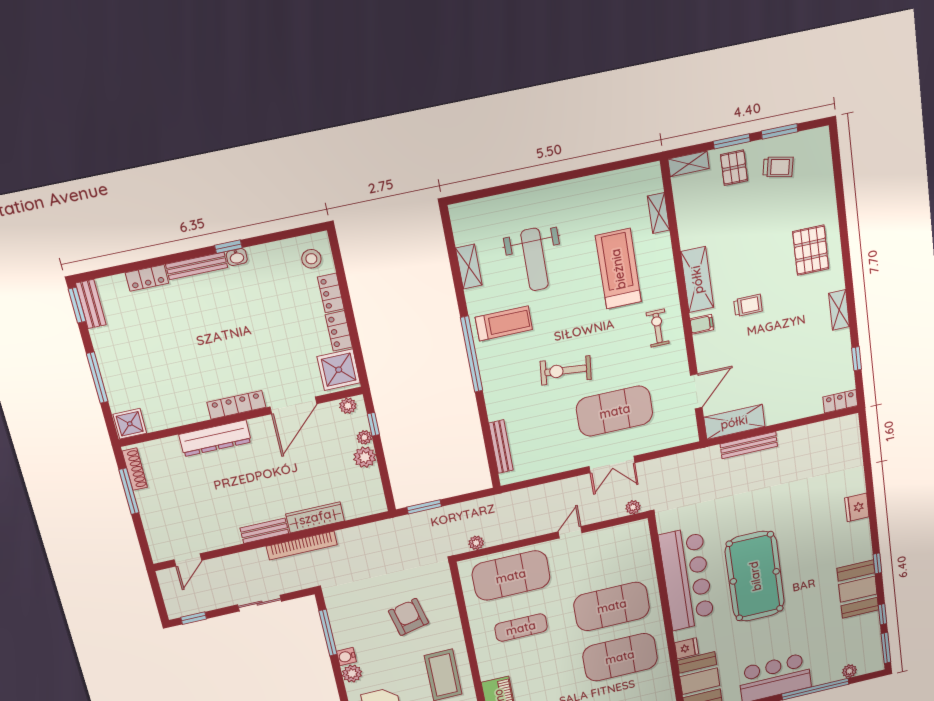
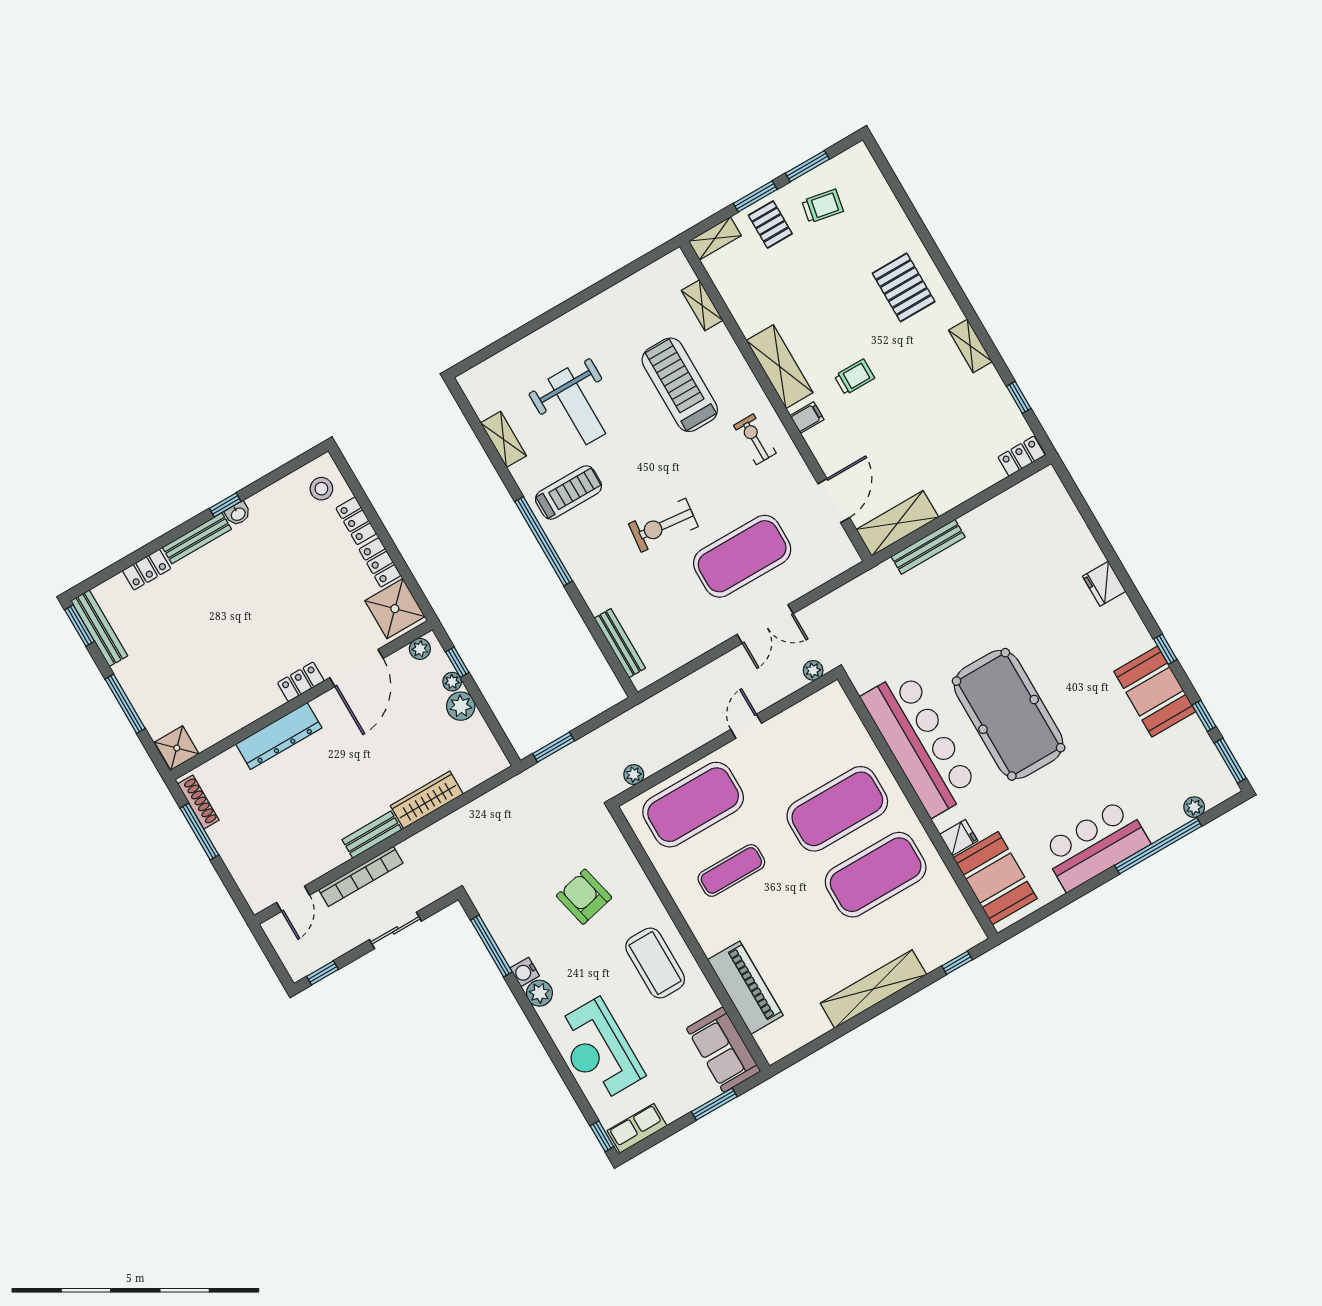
bench: (91, 304) -> (99, 628), width x1.36
locker: (236, 405) -> (301, 682), width x0.66
bookcase: (302, 546) -> (361, 876), moved

